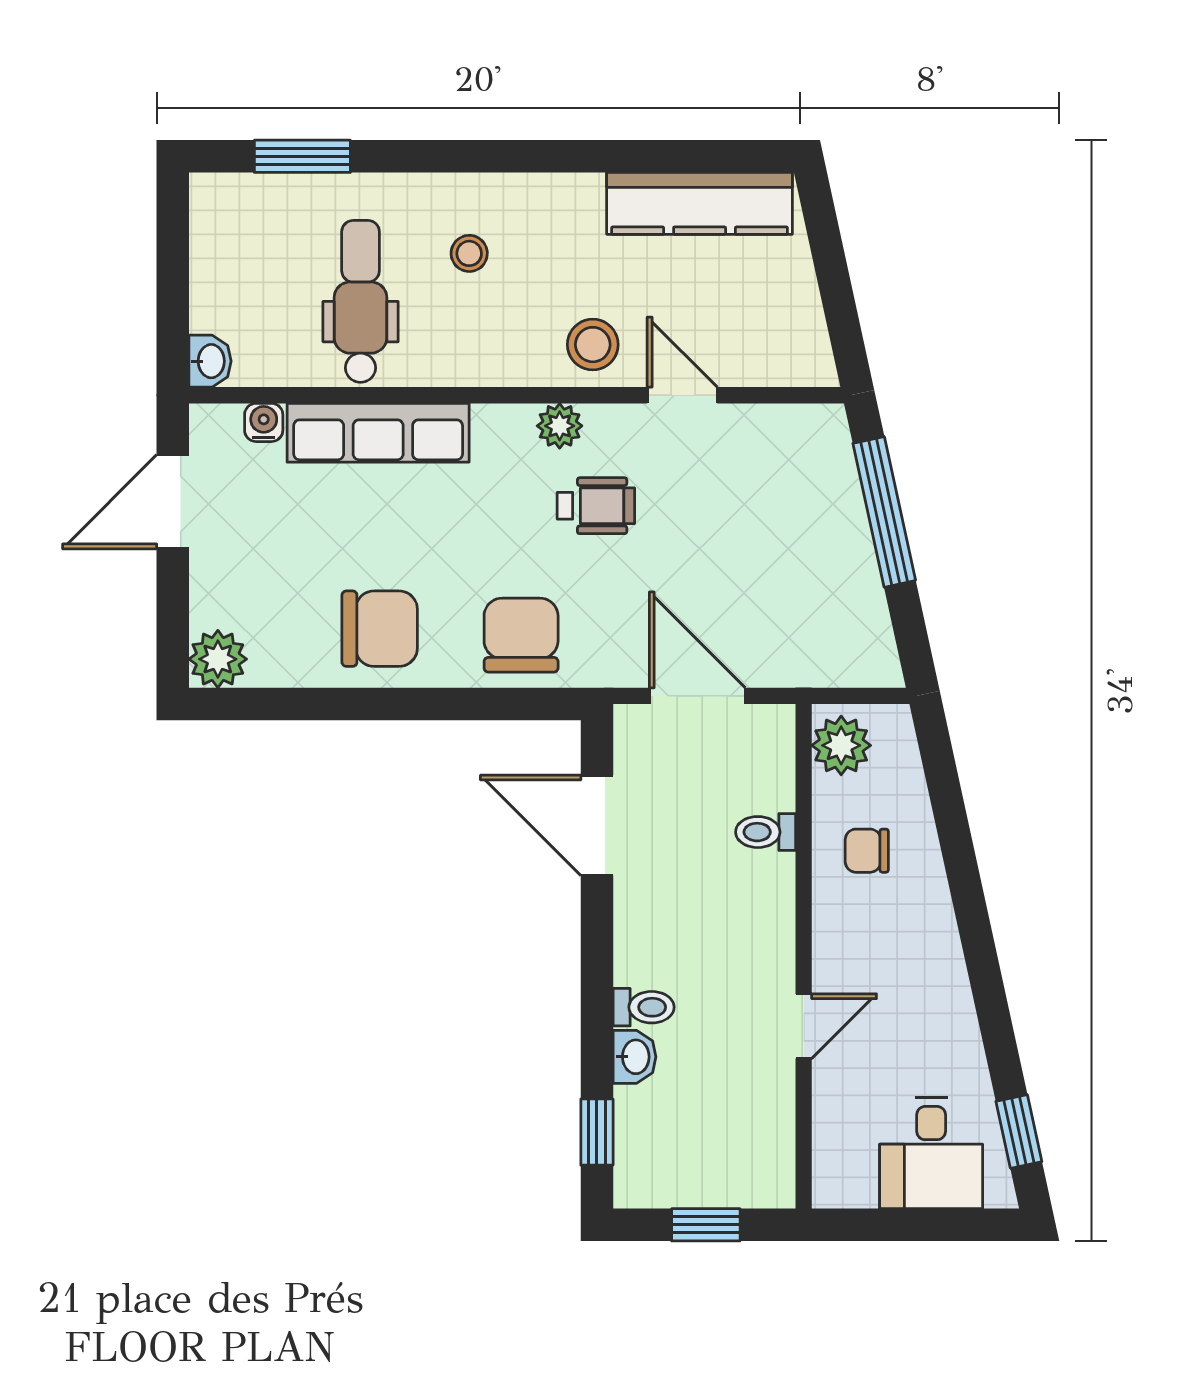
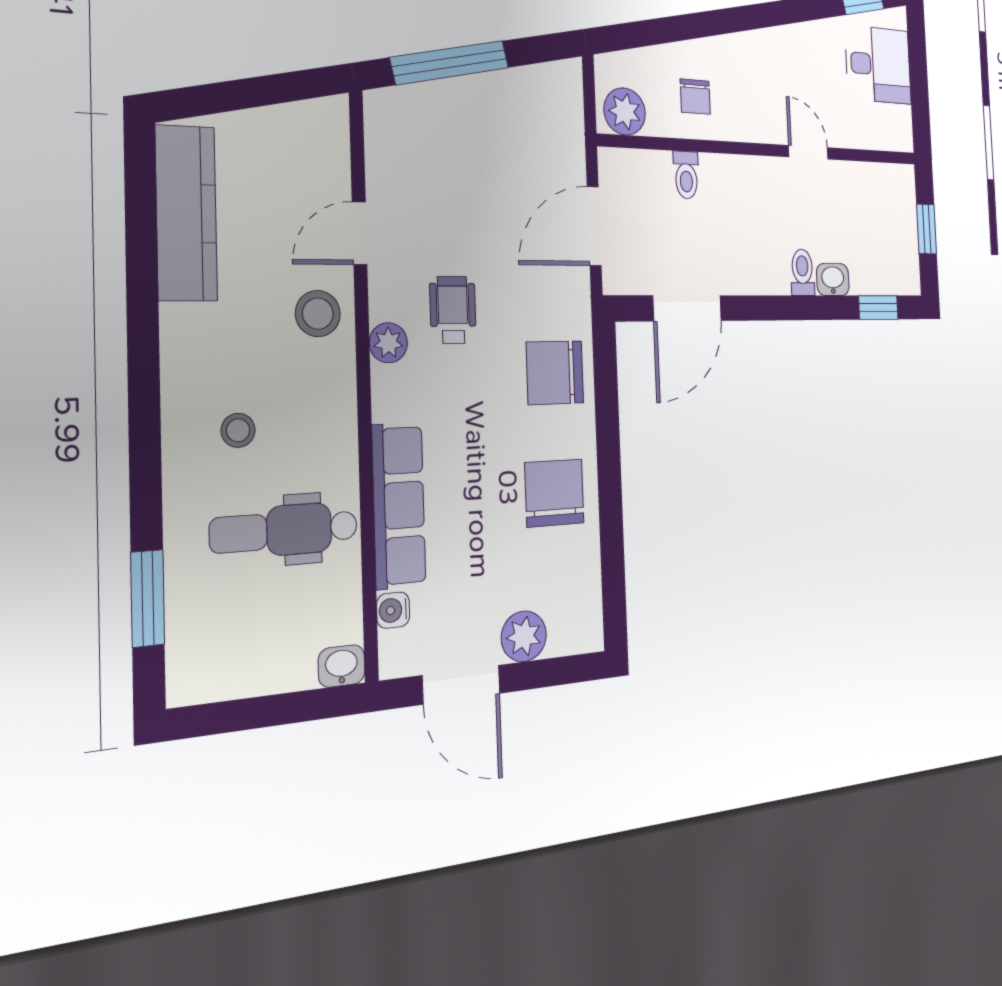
plant: (218, 659) -> (524, 636), moved

